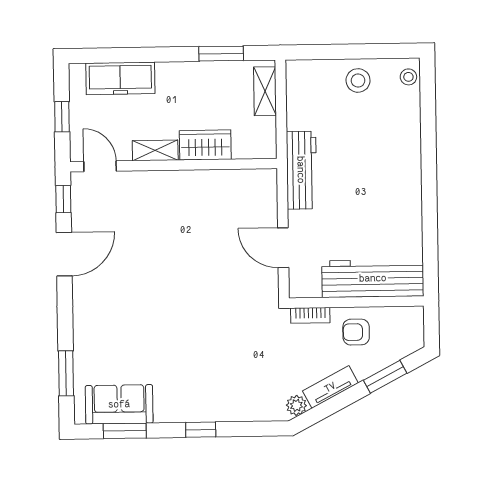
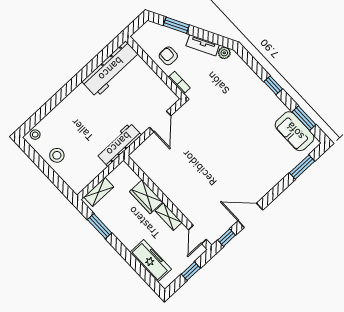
workbench: (373, 278) -> (111, 69), moved, turned -90
armchair: (356, 332) -> (168, 56), turned 180

